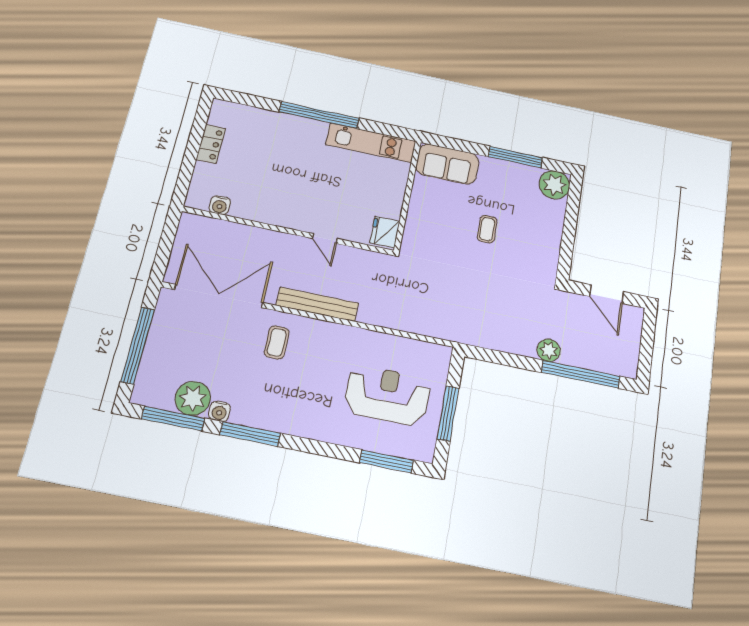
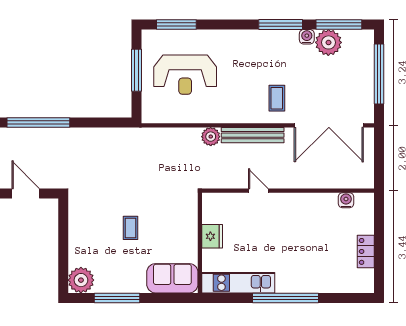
fridge: (385, 232) -> (212, 236), moved
plant: (549, 350) -> (211, 137), moved

